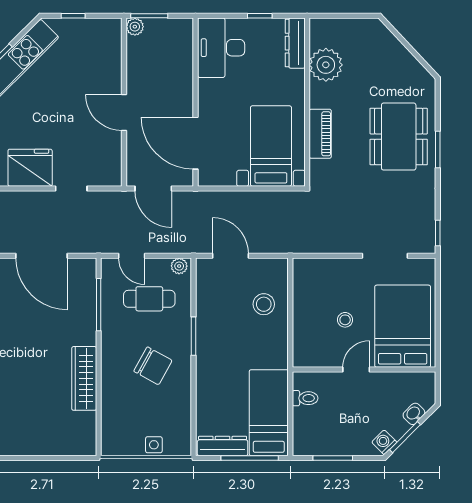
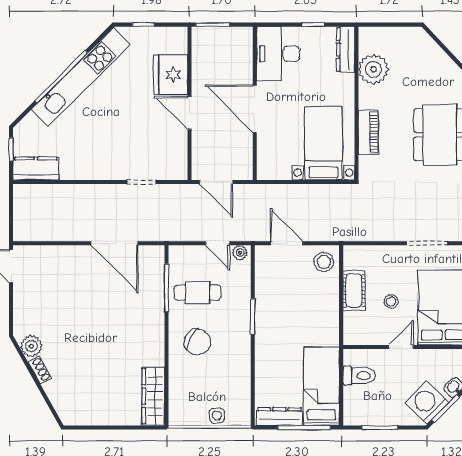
plant: (135, 27) -> (199, 35), removed
door: (196, 143) -> (255, 109), moved
fridge: (30, 168) -> (171, 75), moved, turned -90
door: (132, 256) -> (218, 243), moved
cafe table: (149, 299) -> (198, 293), moved
stool: (264, 304) -> (324, 262), moved
cot: (304, 308) -> (354, 290), added
chair: (153, 366) -> (198, 342), moved
wardrobe: (84, 378) -> (153, 396), moved
toilet: (305, 398) -> (359, 376), width x1.37, depth x1.39
washing machine: (384, 442) -> (427, 403), width x1.89, depth x1.89

